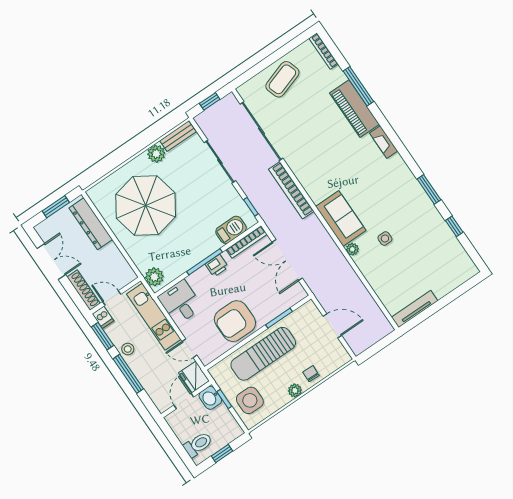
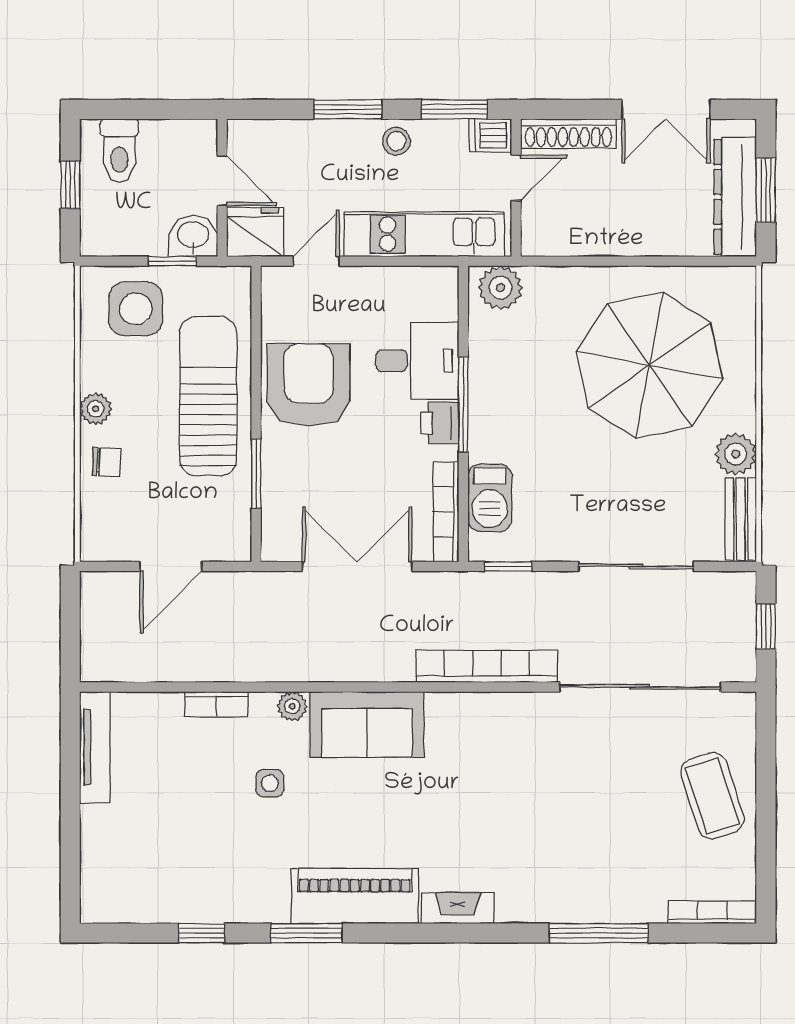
piano: (354, 109) -> (355, 896), moved
dresser: (91, 224) -> (735, 197), moved, turned -90
bookcase: (370, 276) -> (216, 704), added
desk: (180, 302) -> (417, 361), moved
window: (128, 374) -> (348, 109), width x0.69

